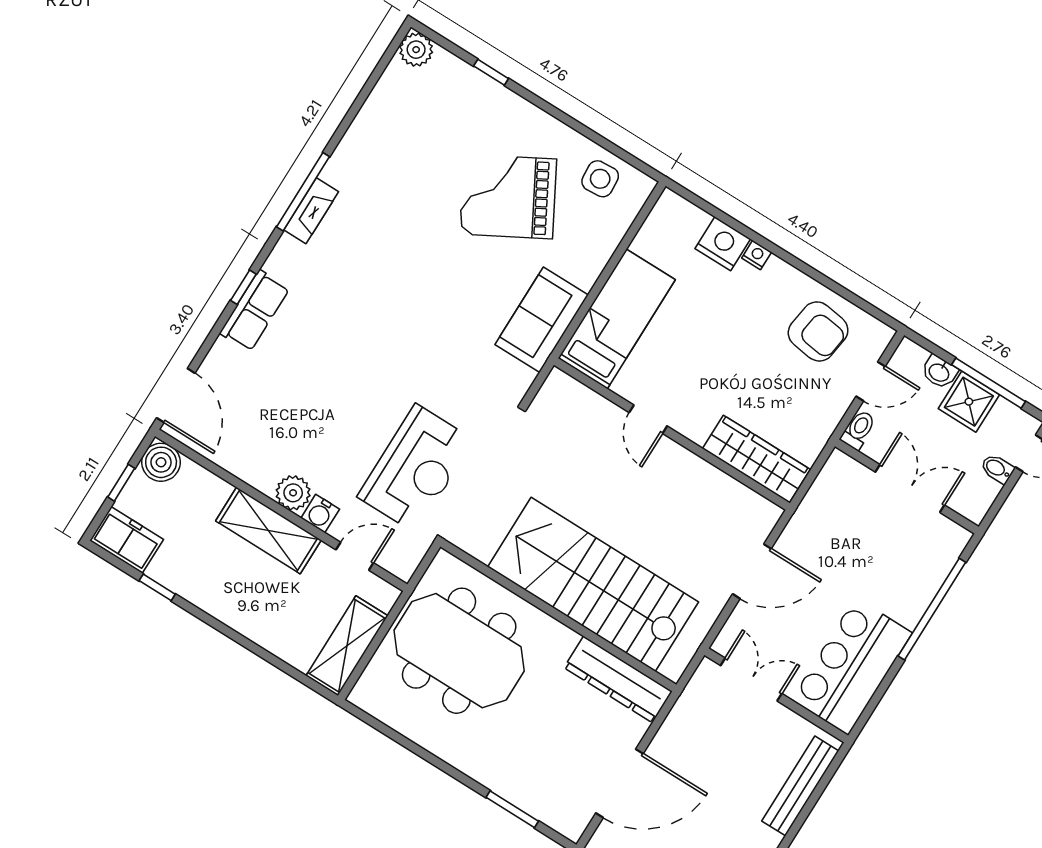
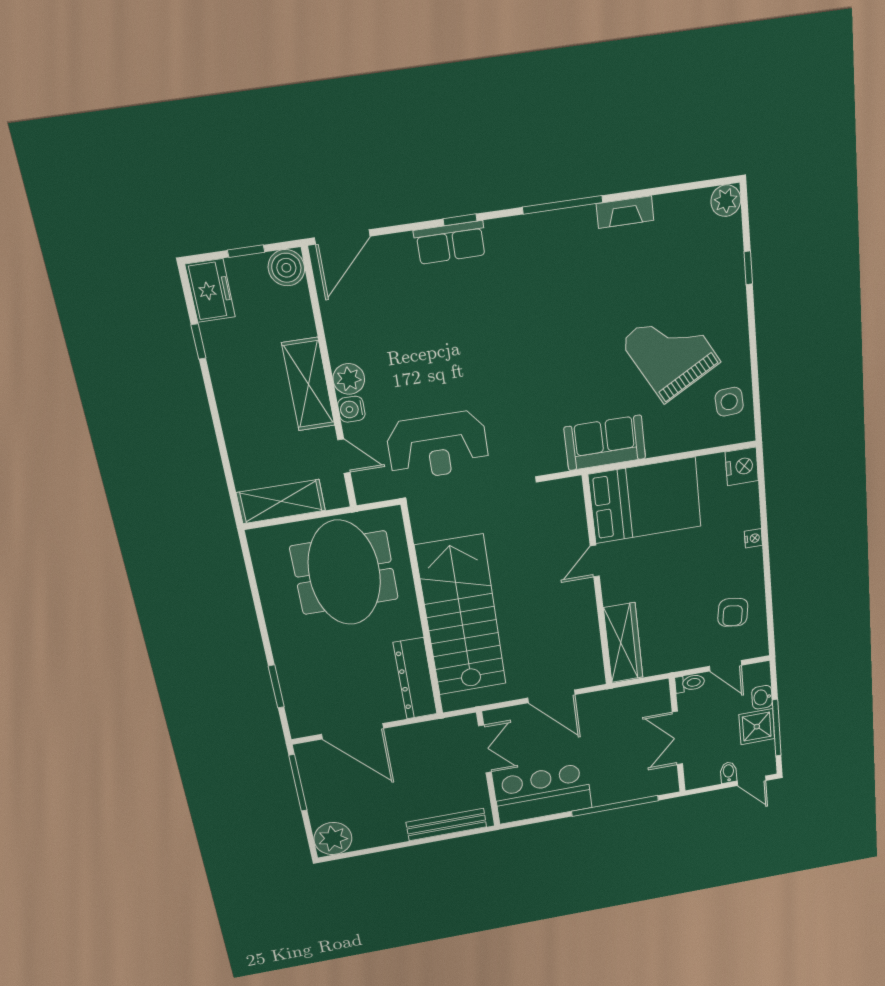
fireplace: (311, 211) -> (625, 212), moved
nightstand: (723, 244) -> (742, 466), moved
bed: (617, 319) -> (645, 501), width x1.50
armchair: (818, 331) -> (733, 612), width x0.72, depth x0.72
double door: (910, 489) -> (677, 738), swing flipped

